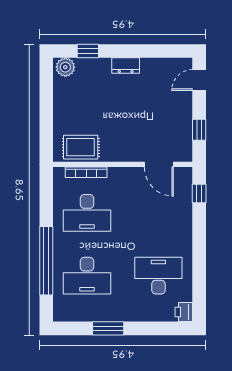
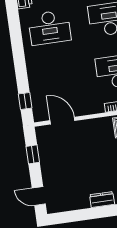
door: (199, 80) -> (39, 196), swing flipped

